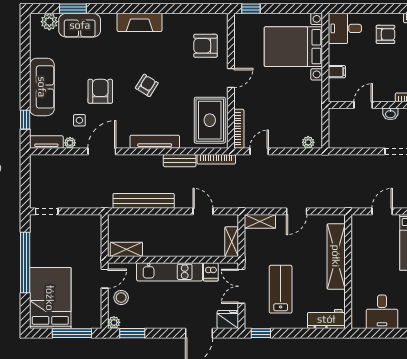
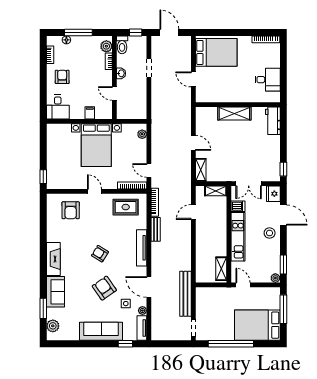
sofa: (80, 25) -> (55, 292), moved
bed with nightstands: (293, 47) -> (96, 145), moved
armchair: (100, 91) -> (104, 288), turned 55
rug: (210, 120) -> (126, 207), width x0.73, depth x0.70
bench: (144, 201) -> (185, 294), moved
shelving: (336, 256) -> (234, 114), width x0.68
lab bench: (281, 289) -> (251, 155), removed
stool: (121, 298) -> (270, 233), moved

